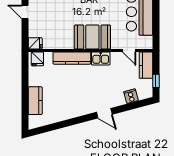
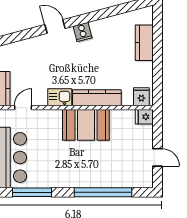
booth: (92, 37) -> (86, 125), moved
door: (129, 50) -> (23, 108), hinge flipped
cooker: (131, 96) -> (83, 32), moved

